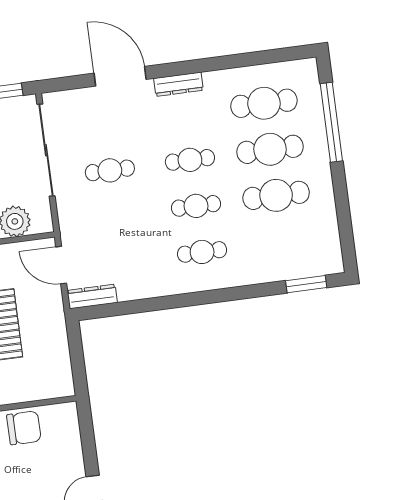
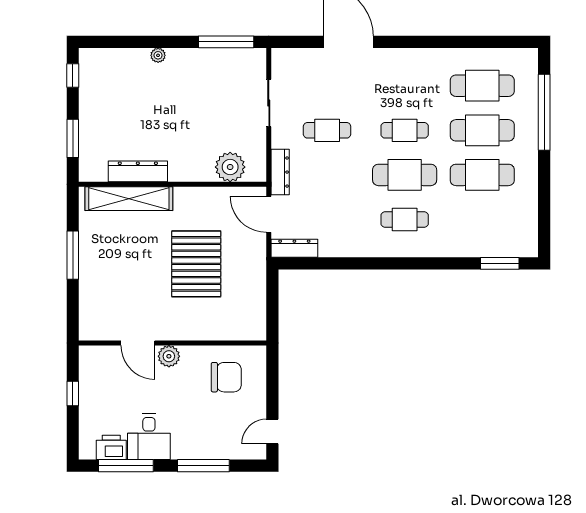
dresser: (178, 84) -> (280, 172), moved, turned -90
sliding door: (46, 150) -> (269, 103), width x0.54
cafe table: (196, 206) -> (405, 175), width x1.37, depth x1.35
chair: (24, 428) -> (226, 377), moved

